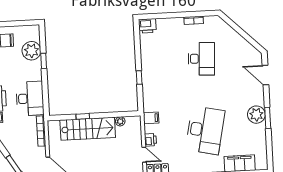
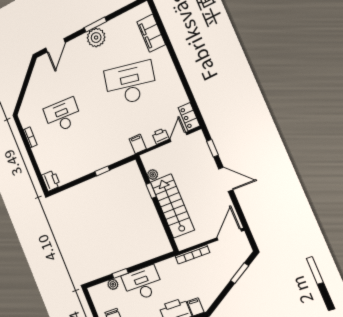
plant: (31, 51) -> (113, 284), width x0.53, depth x0.53
desk: (30, 98) -> (142, 283), moved
window: (83, 116) -> (151, 191), moved

